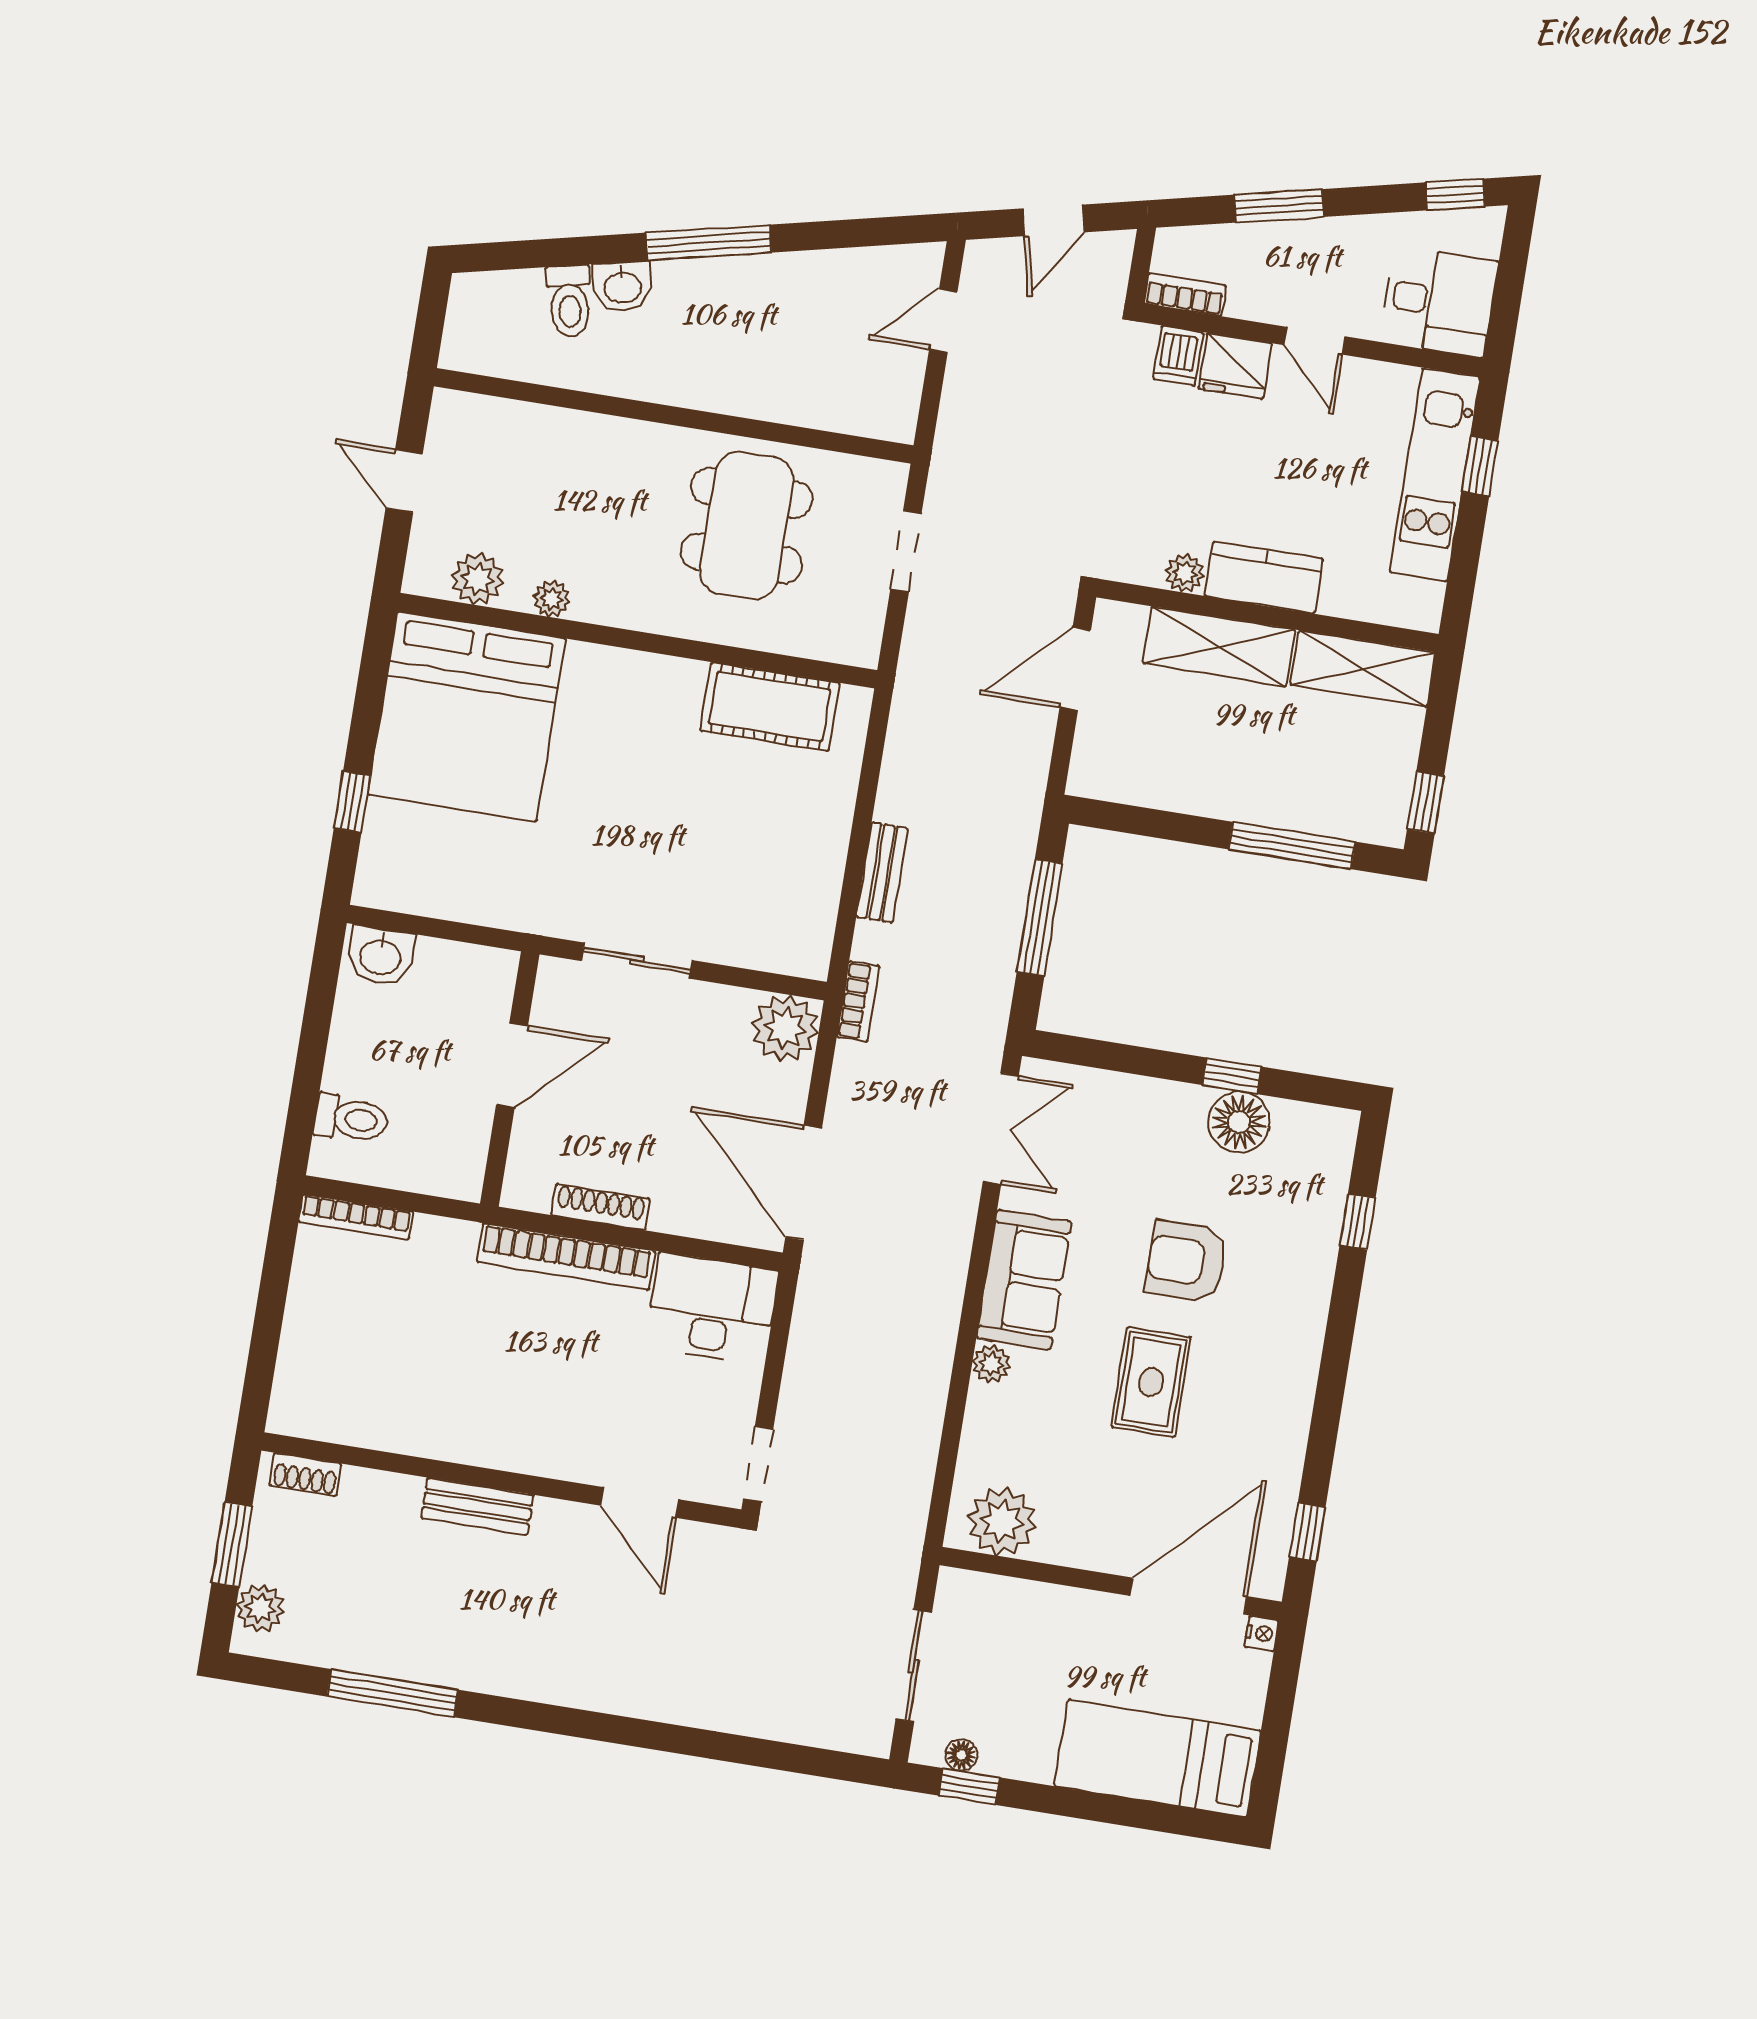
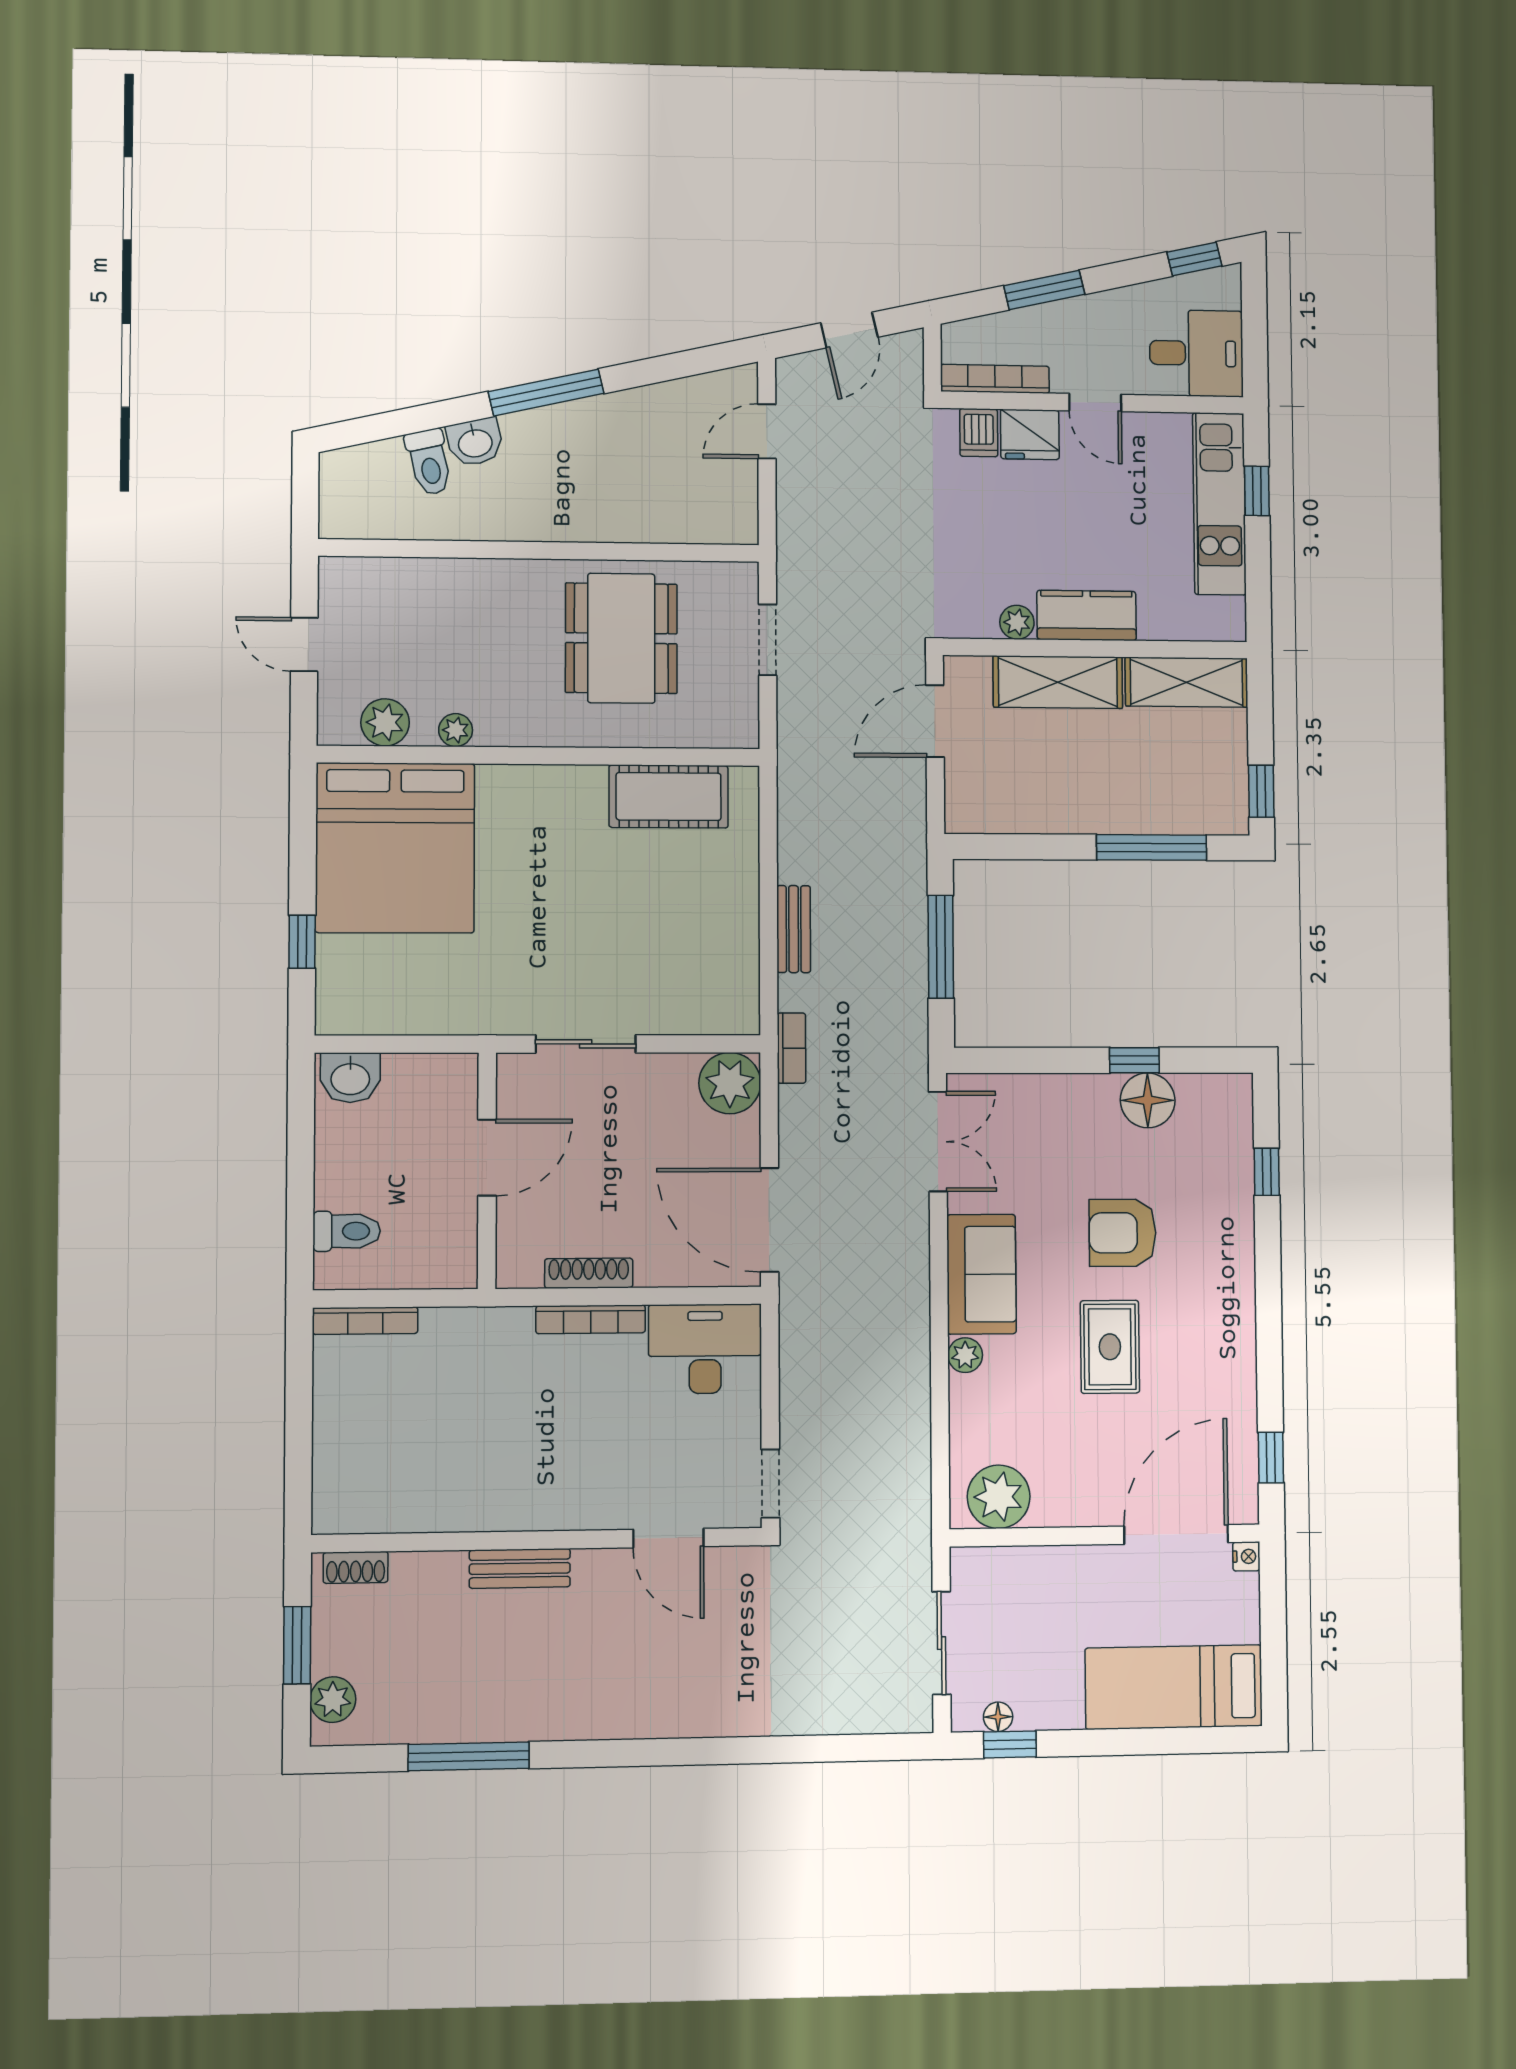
bookcase: (1185, 294) -> (995, 379), width x1.56
bookcase: (566, 1256) -> (591, 1319), width x0.68, depth x0.76

